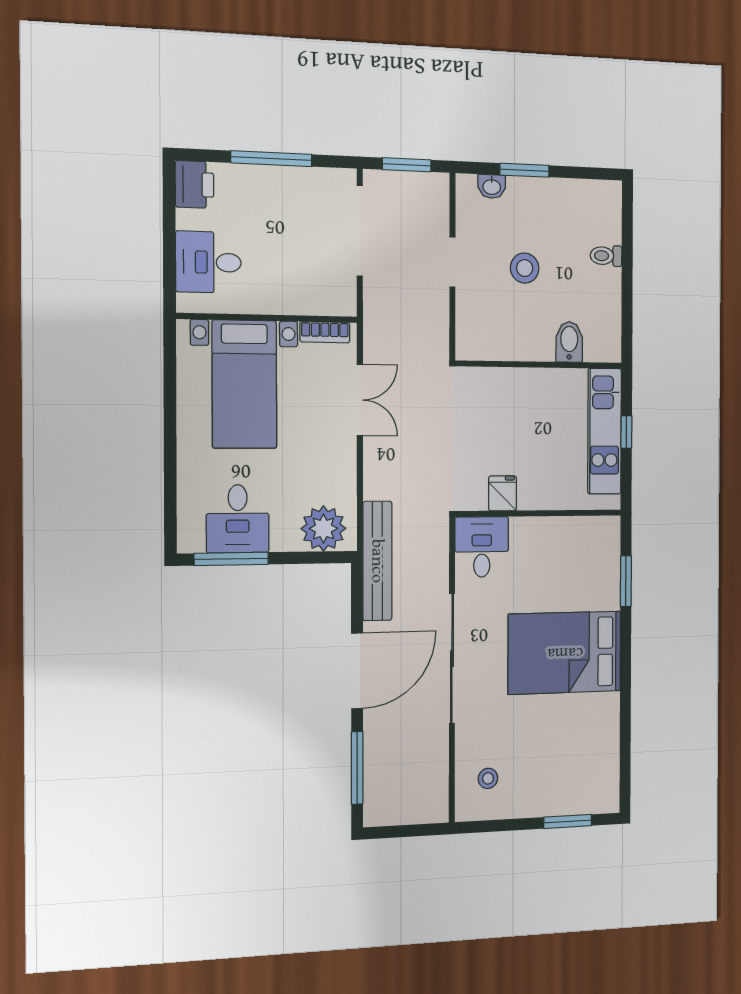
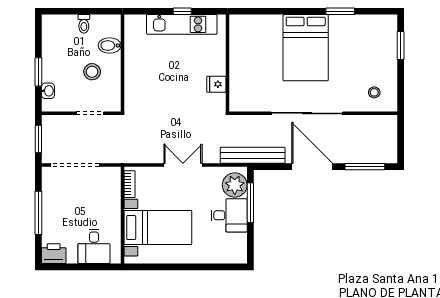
bidet: (569, 342) -> (110, 46), moved
wall: (539, 365) -> (122, 63), moved
double door: (360, 400) -> (183, 165), moved
desk: (238, 519) -> (229, 215), moved
desk: (482, 547) -> (246, 96), removed
window: (231, 559) -> (250, 203), moved
window: (626, 581) -> (340, 11), moved

